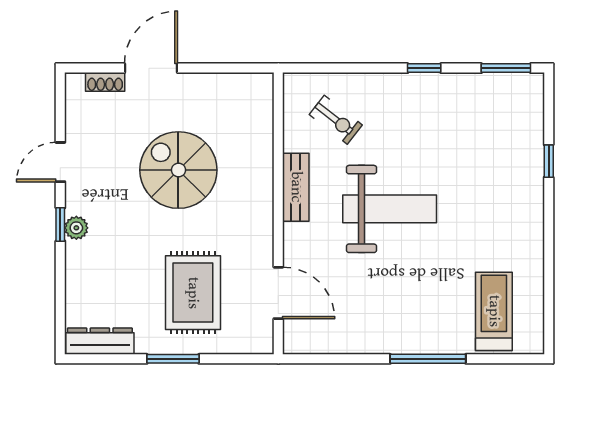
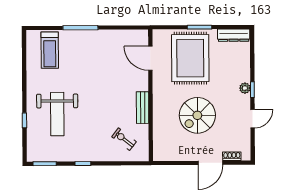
spiral stairs: (178, 170) -> (197, 115), turned 90
weight bench: (390, 209) -> (57, 114), moved, turned -90
rug: (193, 293) -> (190, 58), width x1.37, depth x1.44

